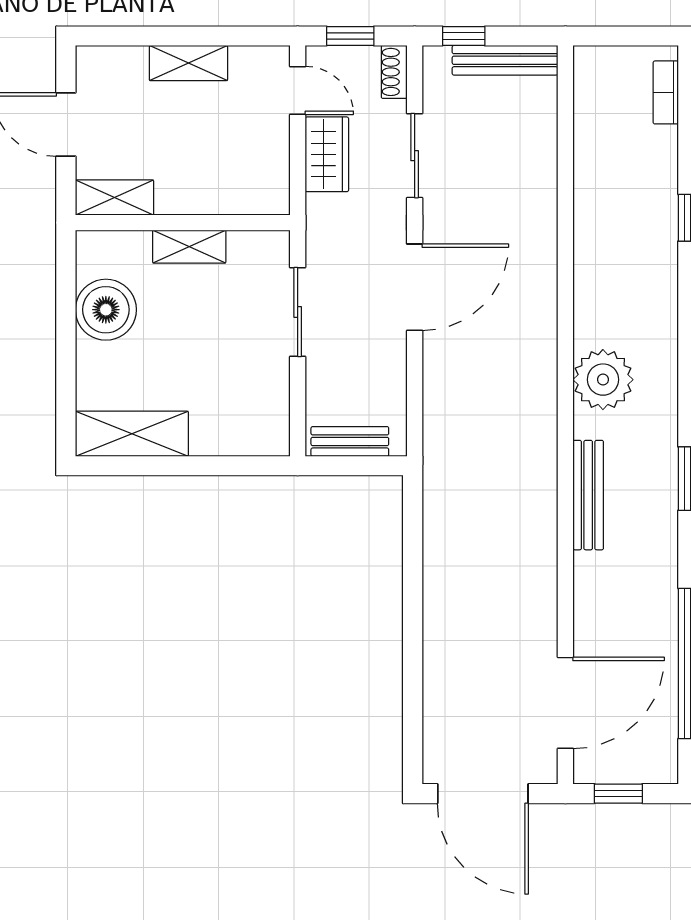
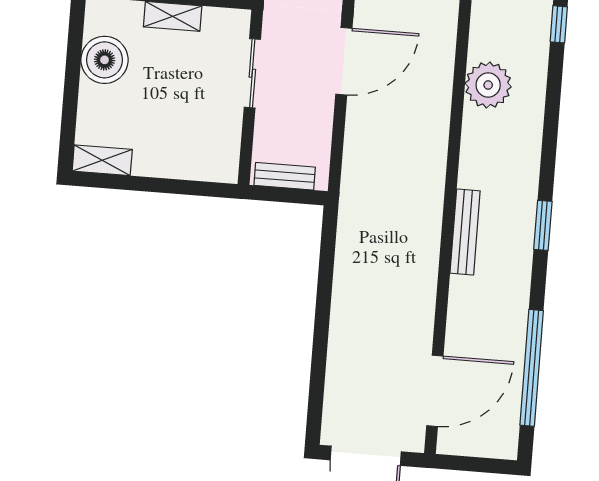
plant: (603, 380) -> (488, 85), moved
shelving: (132, 434) -> (102, 160), width x0.67, depth x0.75
window: (618, 794) -> (470, 464), removed

